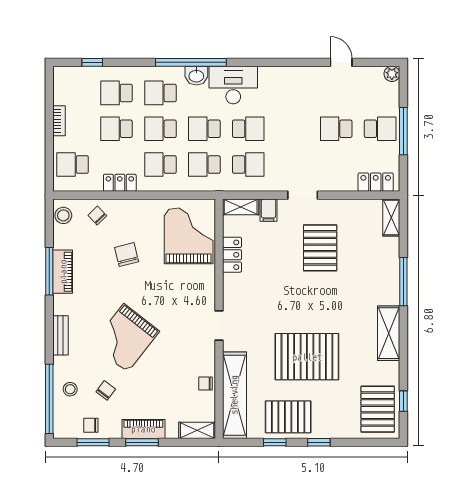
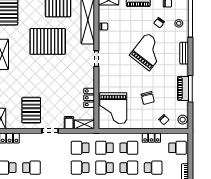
school desk: (204, 129) -> (104, 168), turned 180
school desk: (204, 164) -> (104, 148), turned 180
pallet: (320, 248) -> (31, 110), moved

